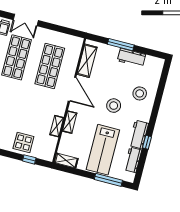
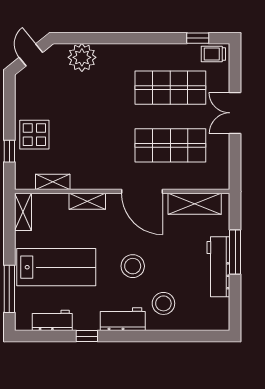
double door: (26, 20) -> (235, 113), moved
workbench: (131, 58) -> (218, 267), width x1.37
door: (72, 89) -> (142, 191), hinge flipped
shelving: (57, 126) -> (53, 182), moved
workbench: (139, 135) -> (123, 319), moved
lab bench: (103, 150) -> (56, 267), turned 180

